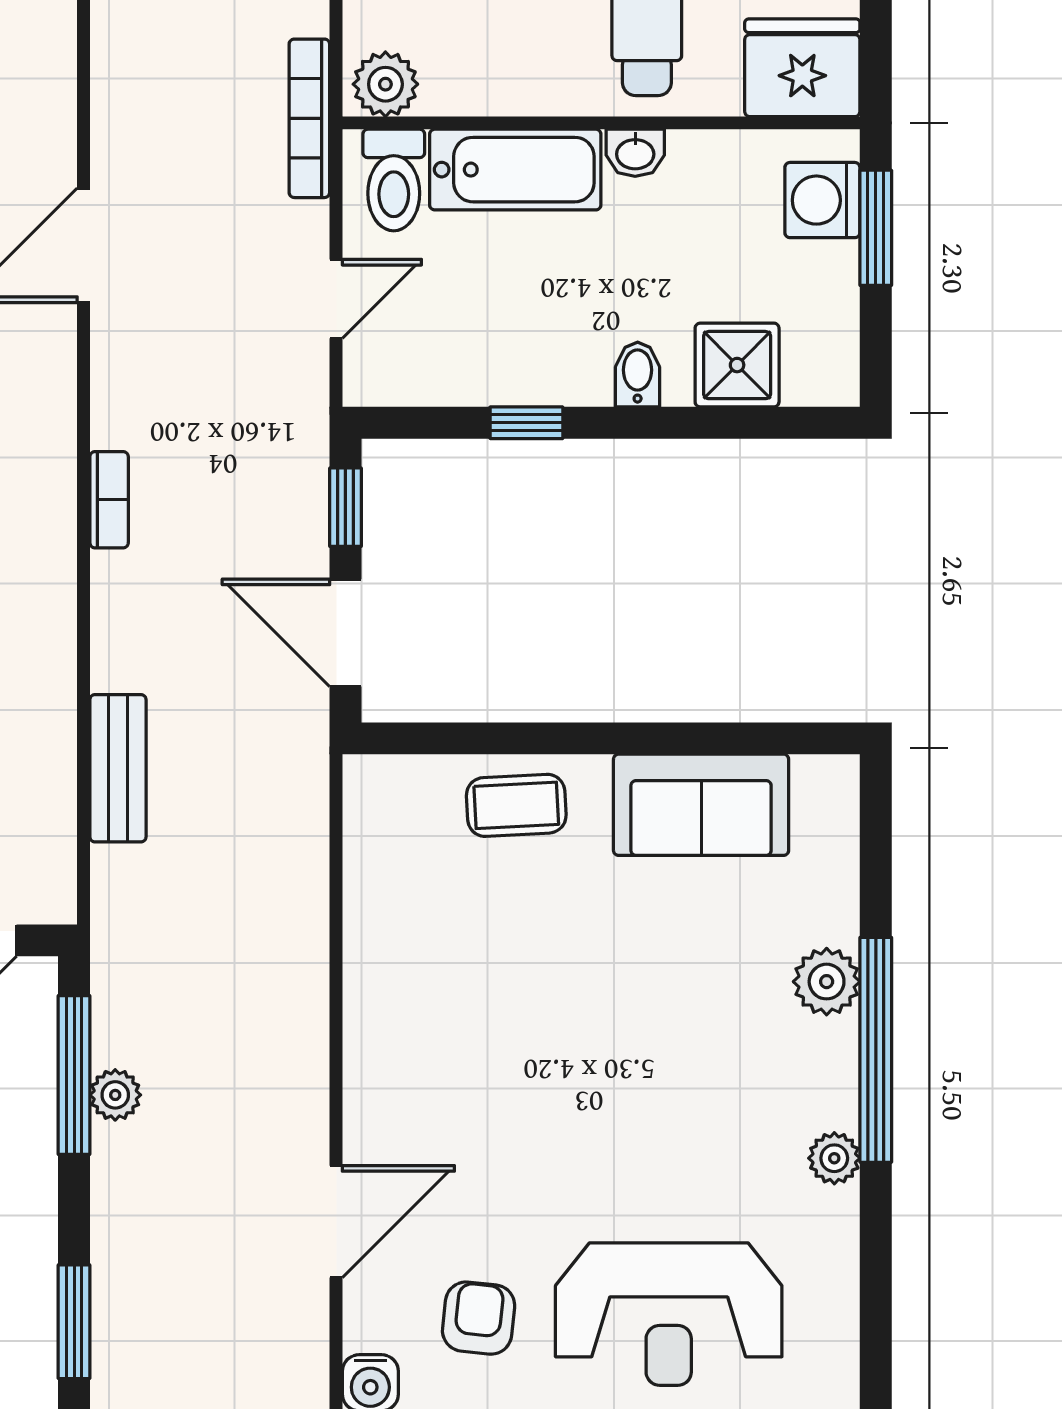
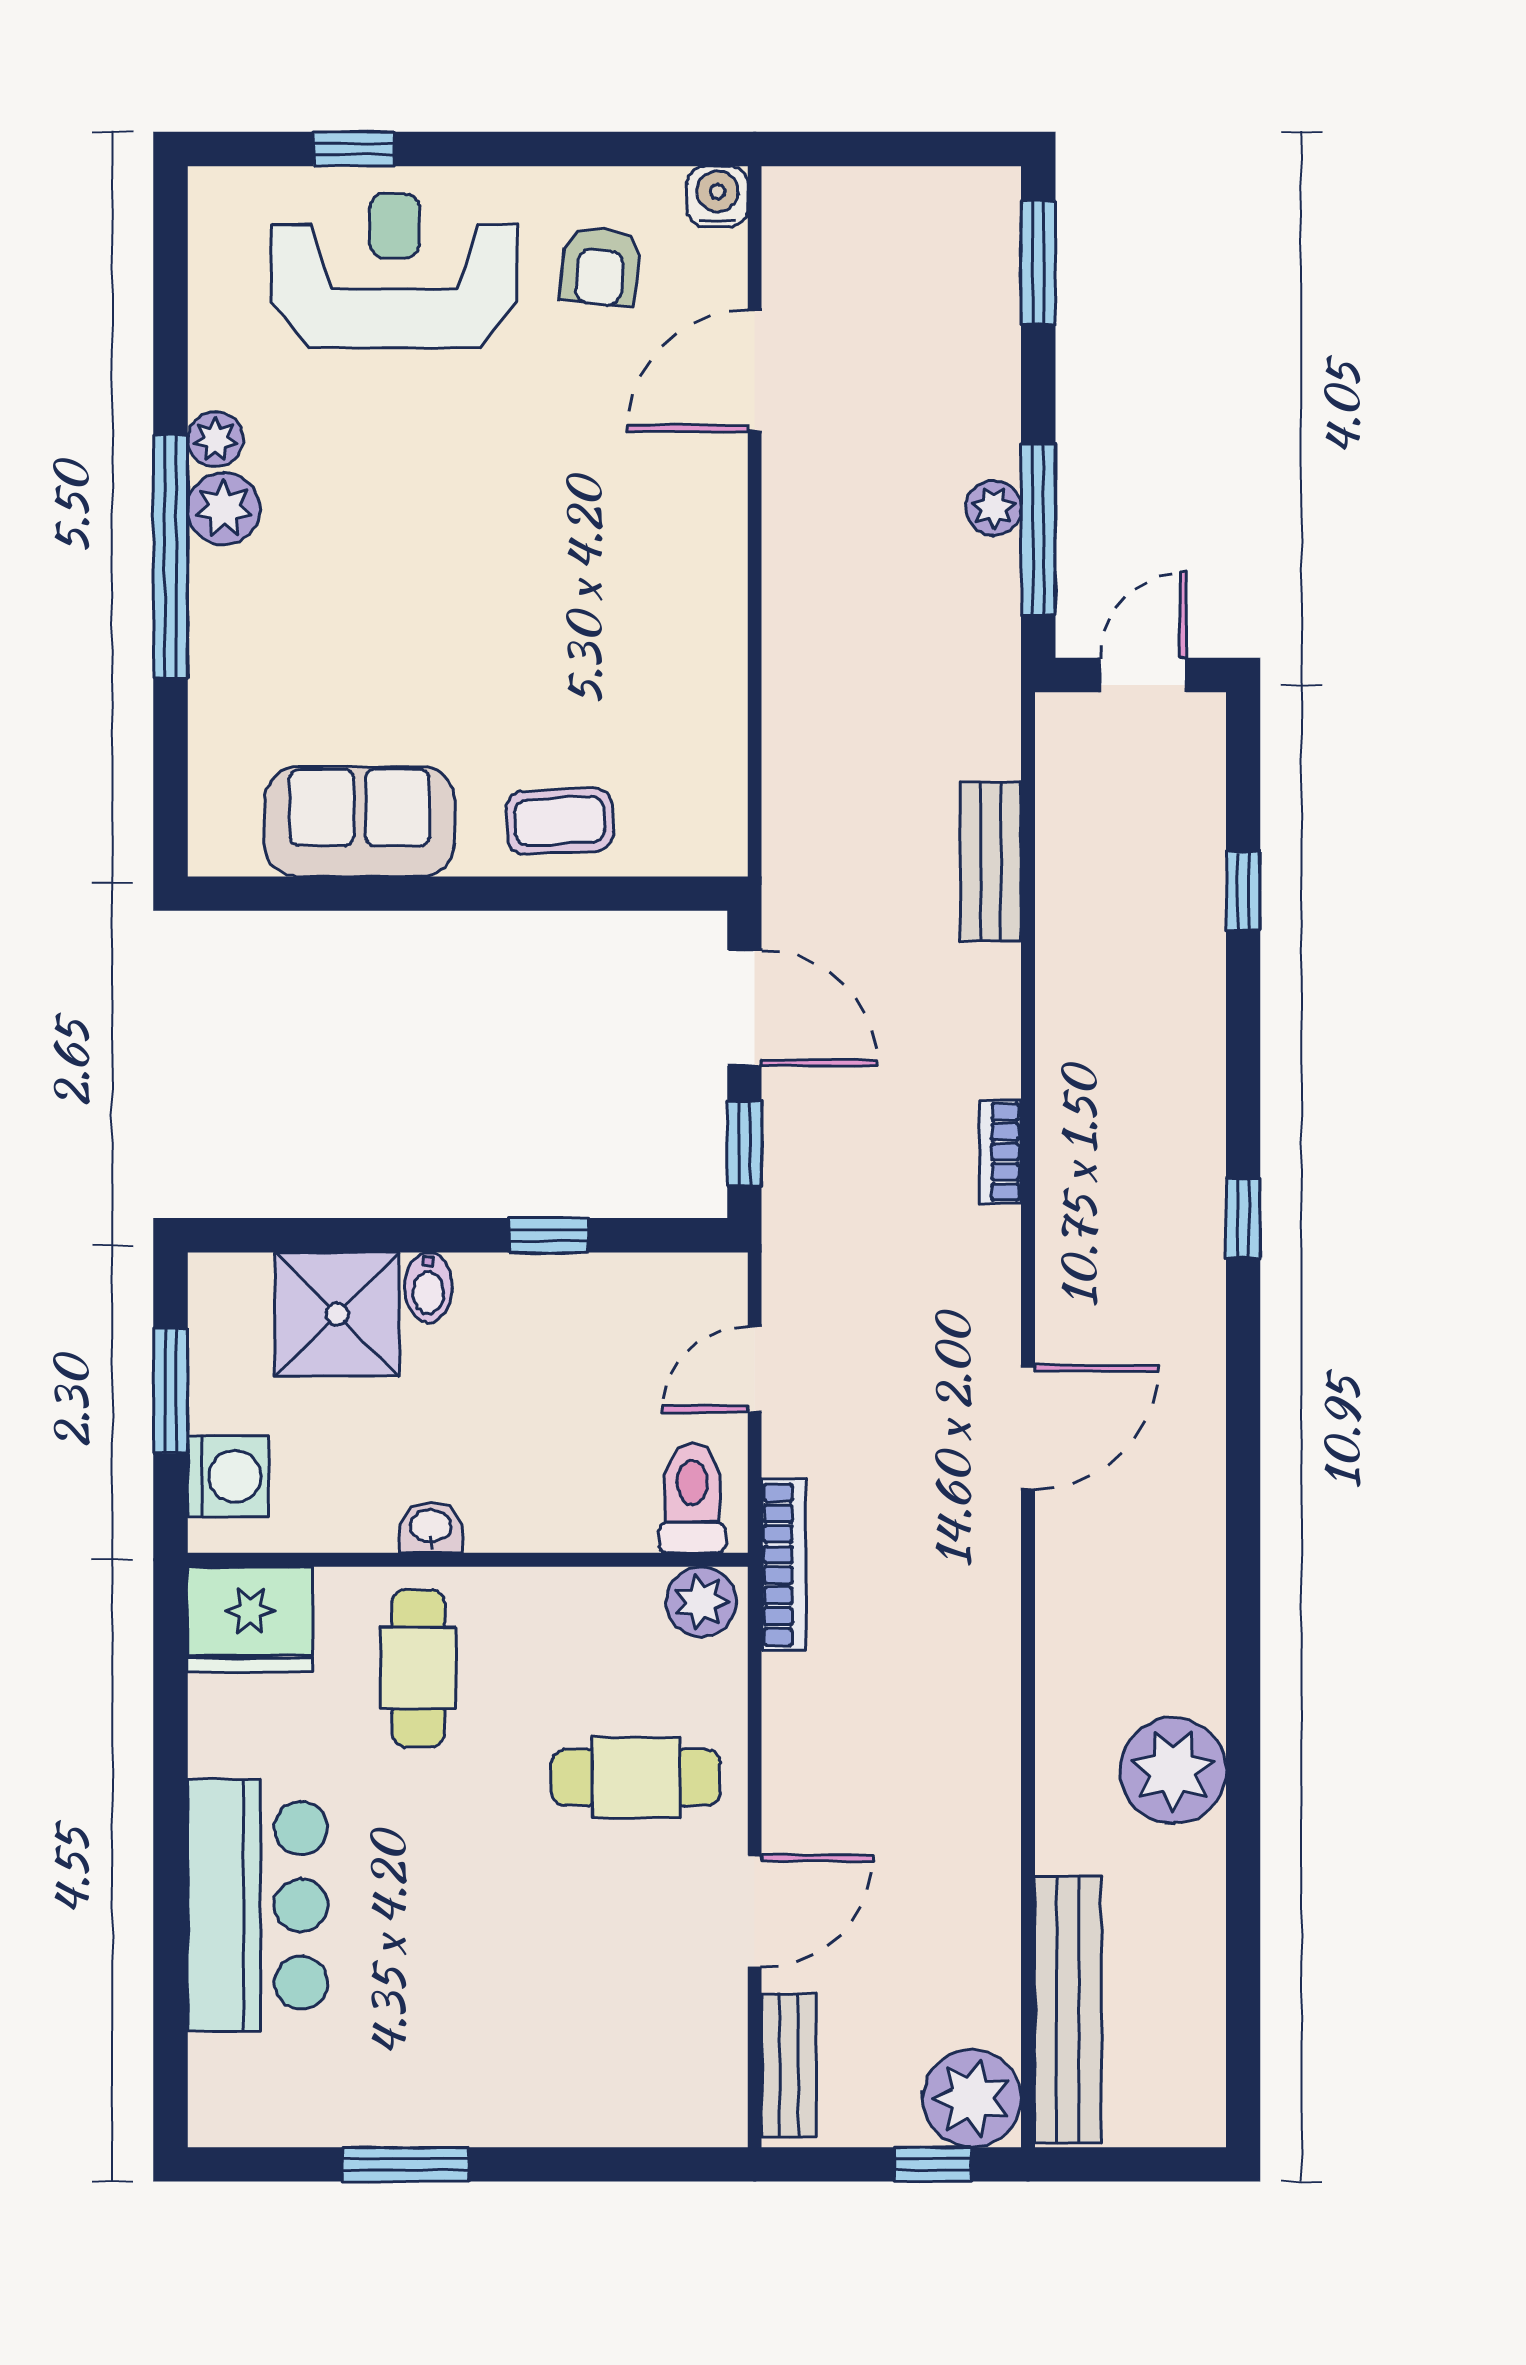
bathtub: (515, 170) -> (561, 1509), removed
window: (876, 228) -> (171, 1391), moved
shower: (737, 365) -> (337, 1314), width x1.36, depth x1.36
plant: (827, 982) -> (224, 509), moved

